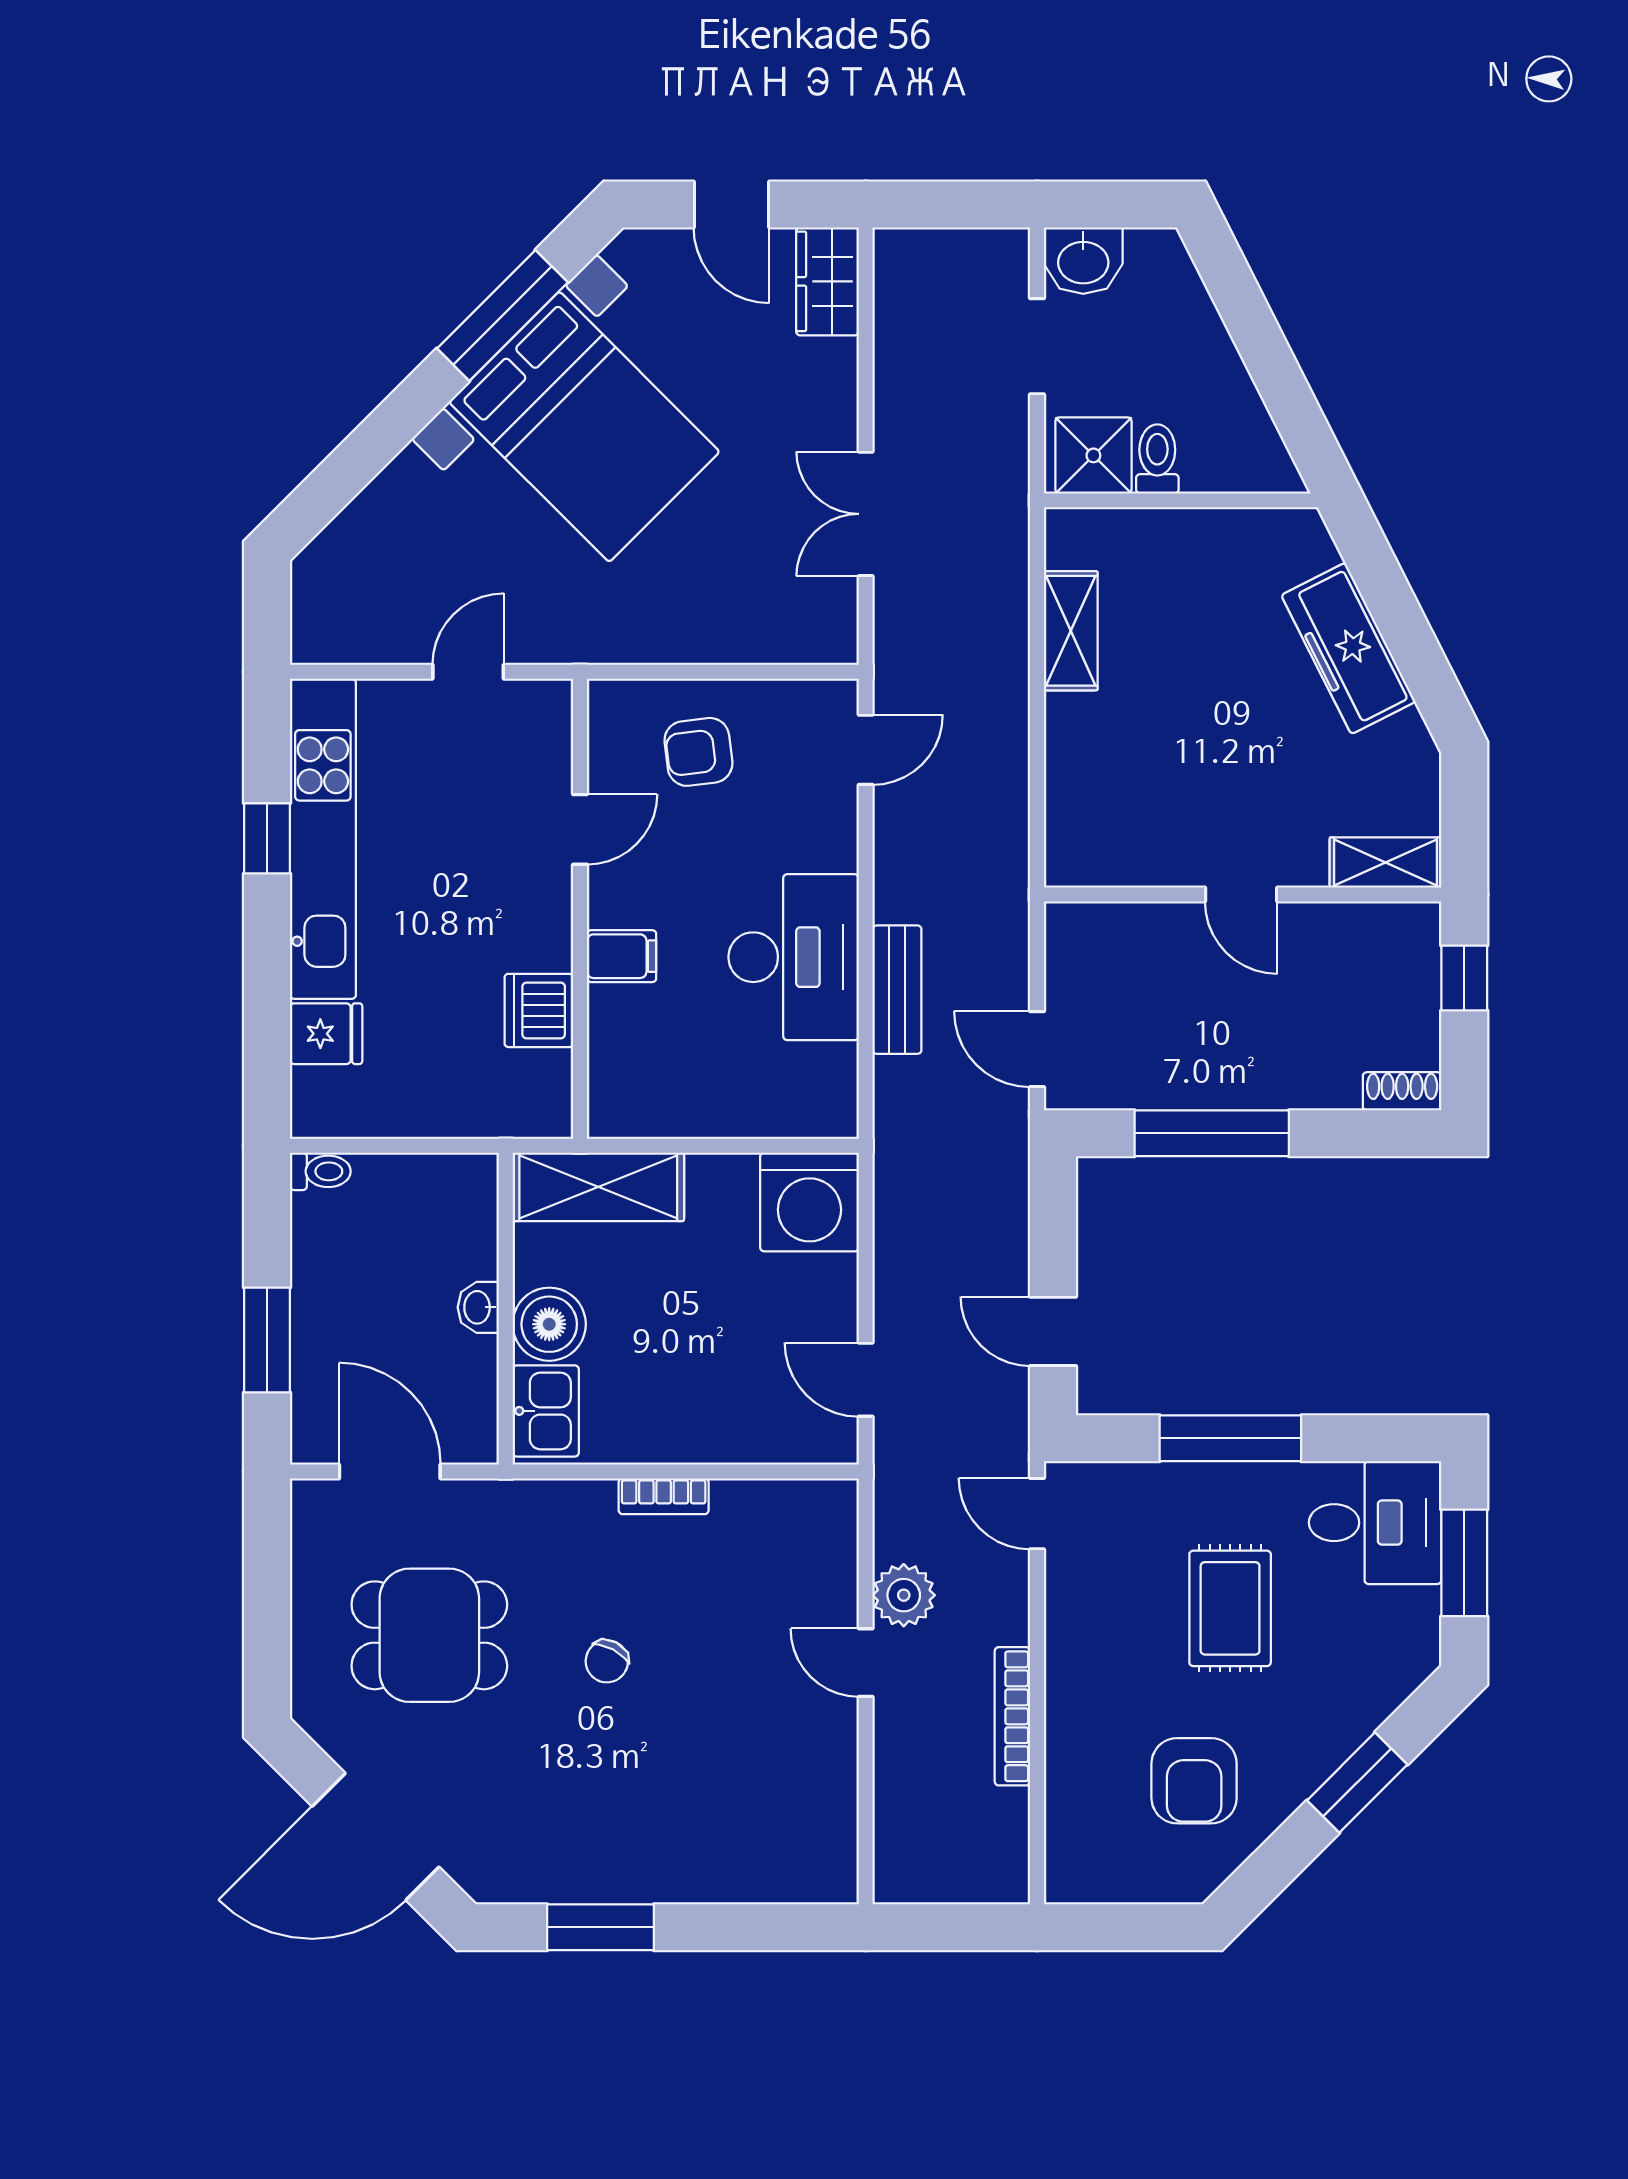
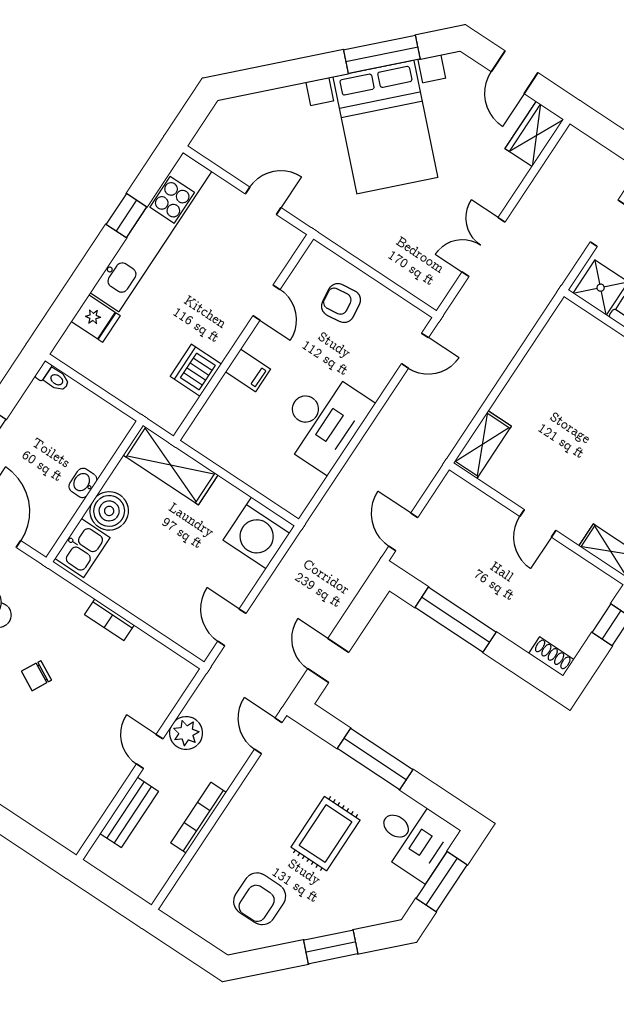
shelving: (1071, 631) -> (482, 445), moved
door: (580, 829) -> (267, 303), hinge flipped
bench: (897, 990) -> (129, 812), moved

